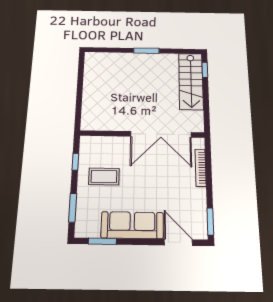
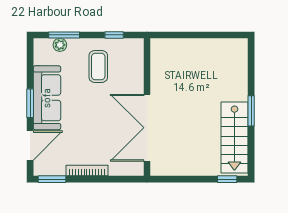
stairs: (191, 81) -> (234, 138), moved, turned -90
bookcase: (201, 168) -> (87, 171), moved
plant: (82, 212) -> (60, 45), added
window: (102, 241) -> (30, 103), moved

